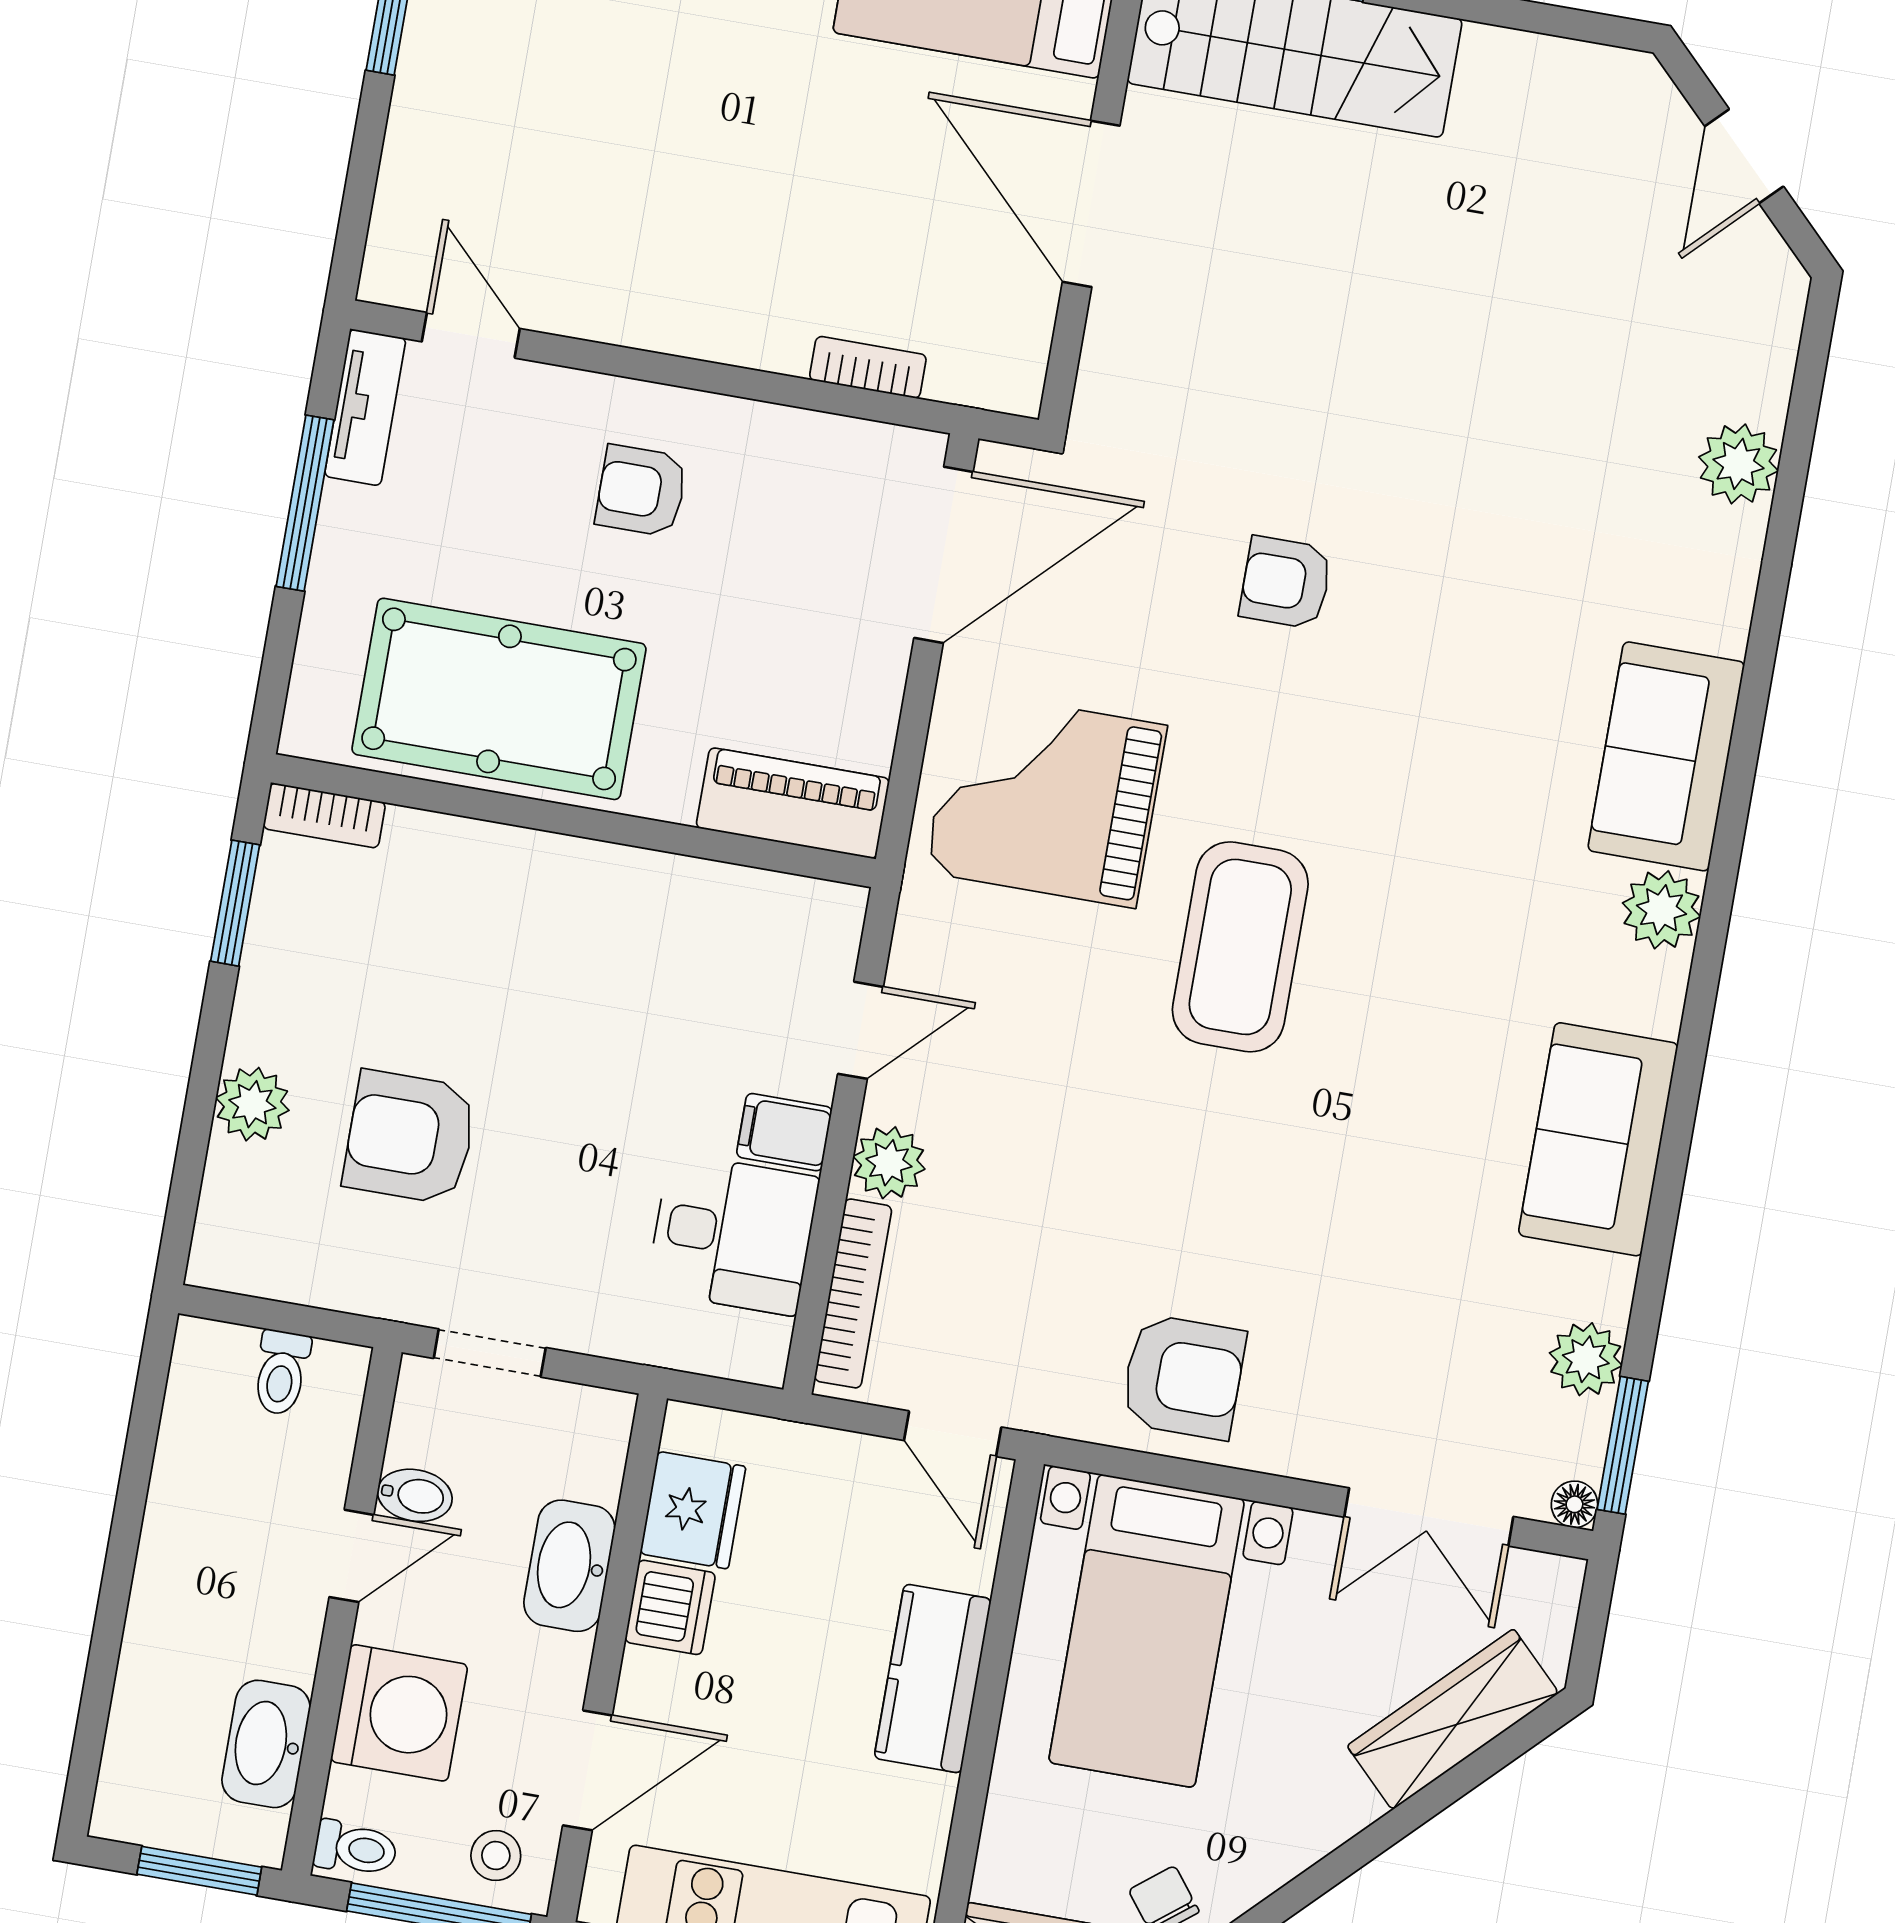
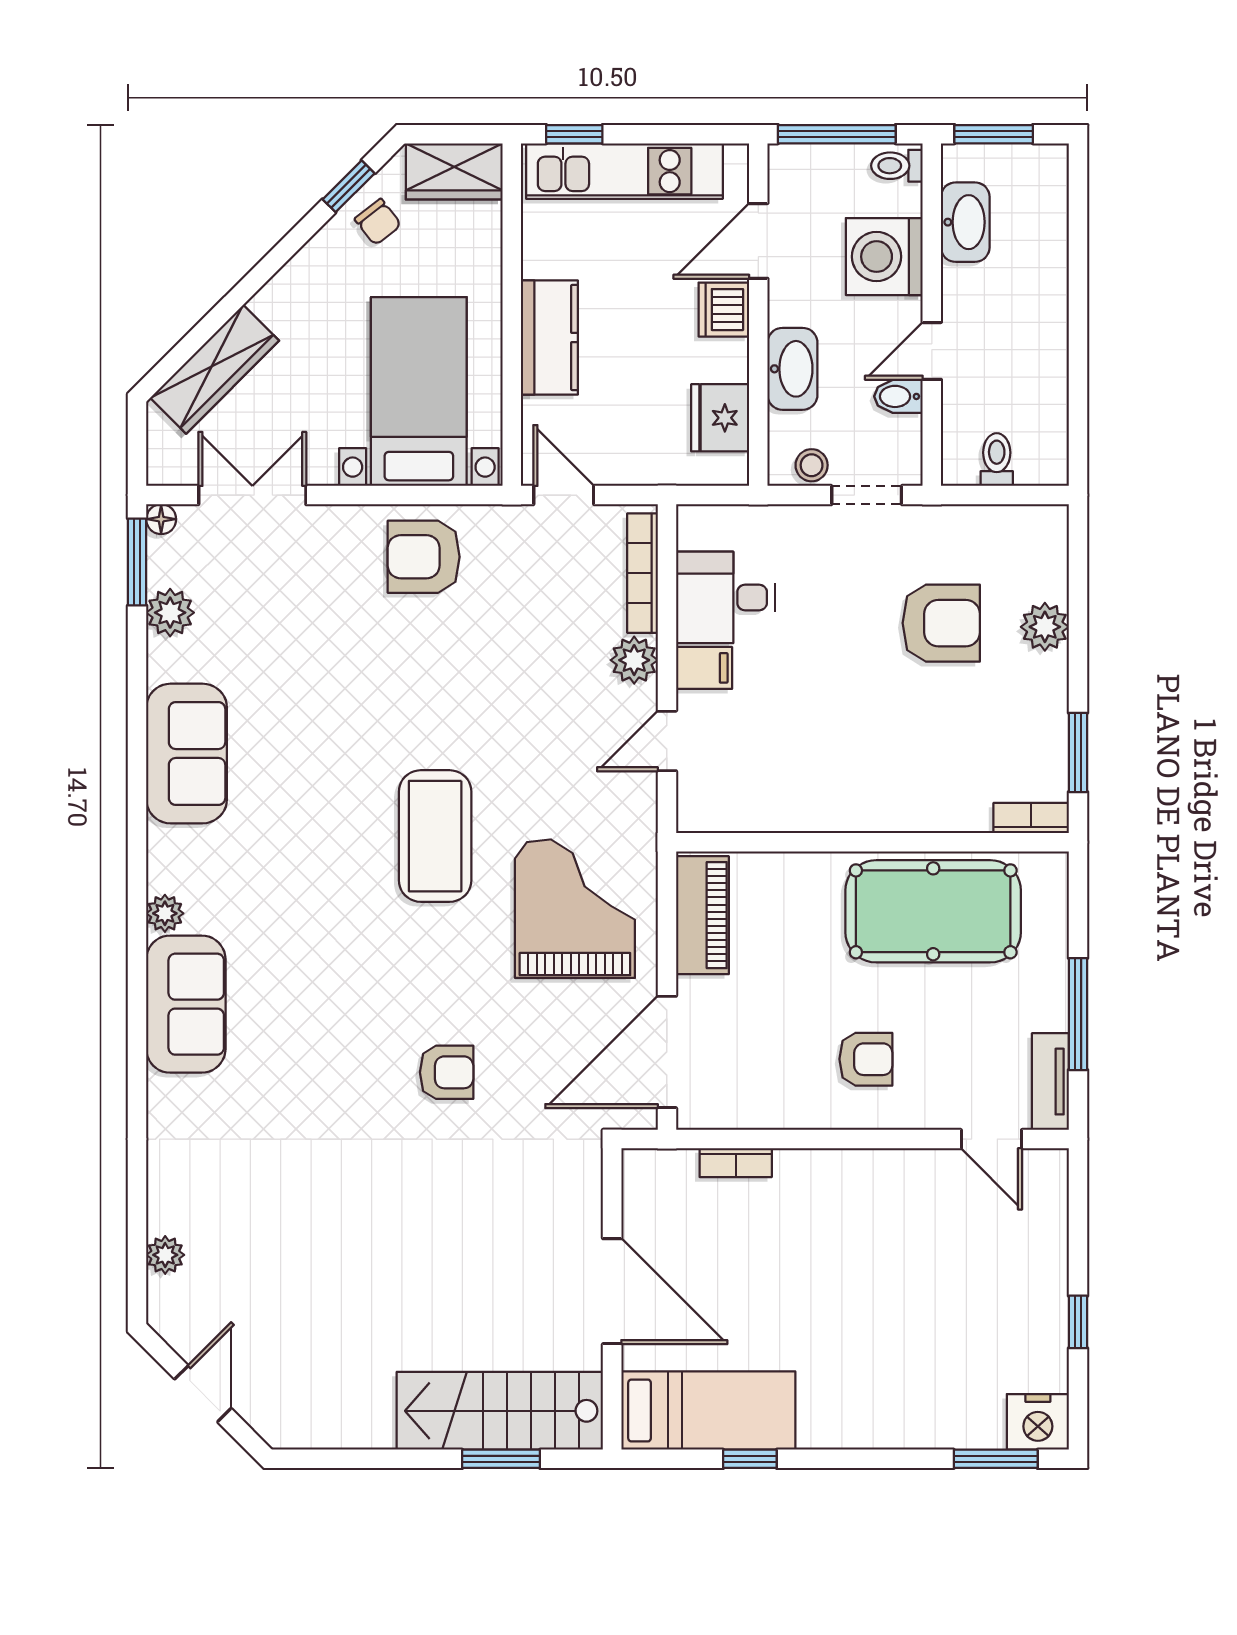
plant: (1738, 464) -> (165, 1255), moved, width x0.73, depth x0.73
grand piano: (1046, 799) -> (575, 909), turned -90
piano: (793, 803) -> (702, 915), moved, turned -90
plant: (1661, 910) -> (165, 913), width x0.73, depth x0.73
dishwasher: (670, 1607) -> (724, 310), moved
stool: (496, 1856) -> (812, 465), moved

